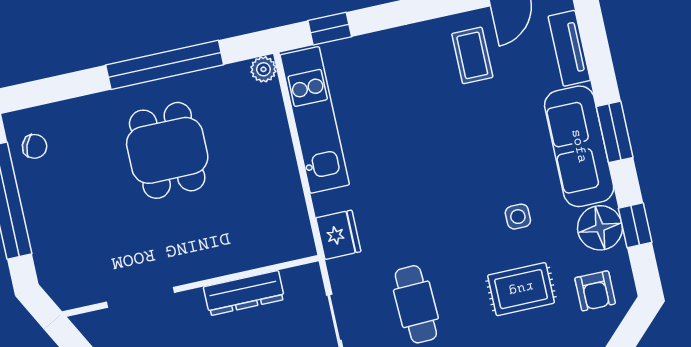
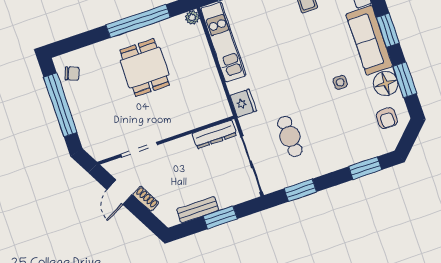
window: (635, 225) -> (405, 80), width x1.50
rug: (521, 289) -> (346, 122), removed
dresser: (244, 293) -> (215, 134), moved

